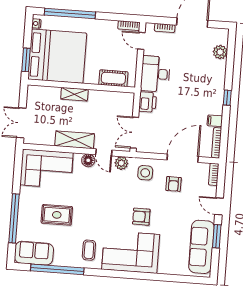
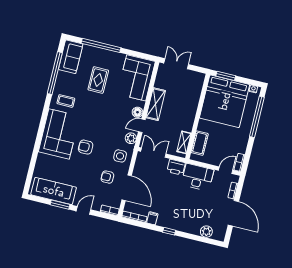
shelving: (74, 94) -> (184, 142), moved
armchair: (141, 217) -> (86, 147), turned -90

